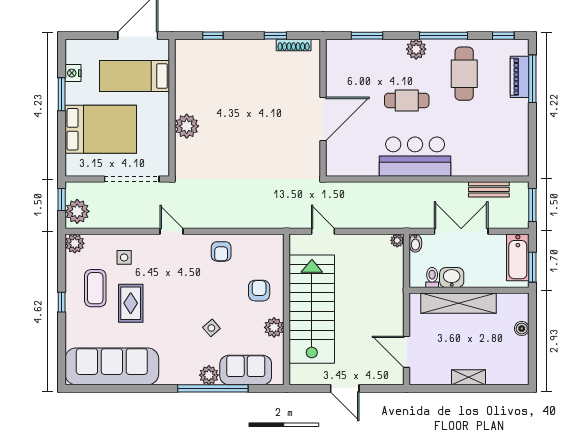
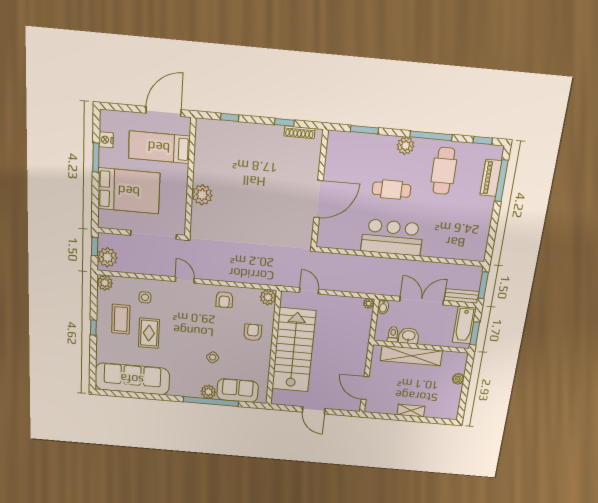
bench: (489, 189) -> (462, 296), moved
plant: (274, 327) -> (268, 297), moved

